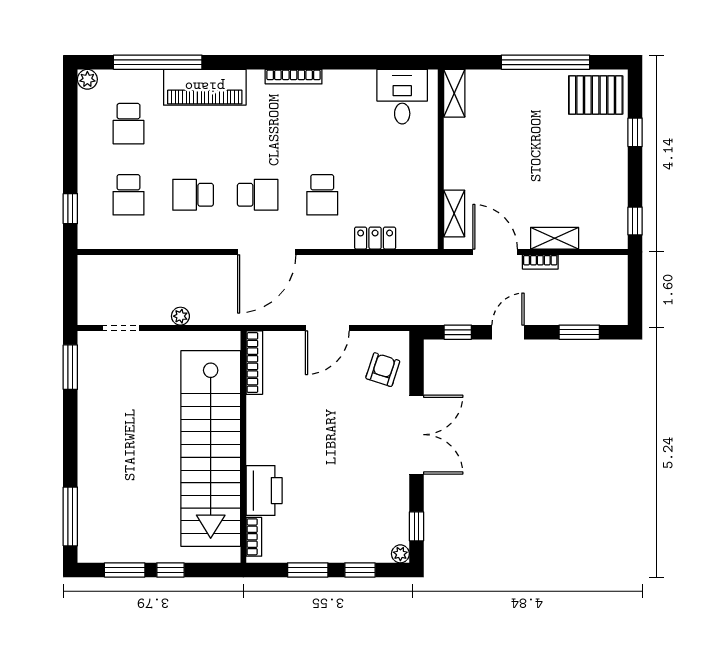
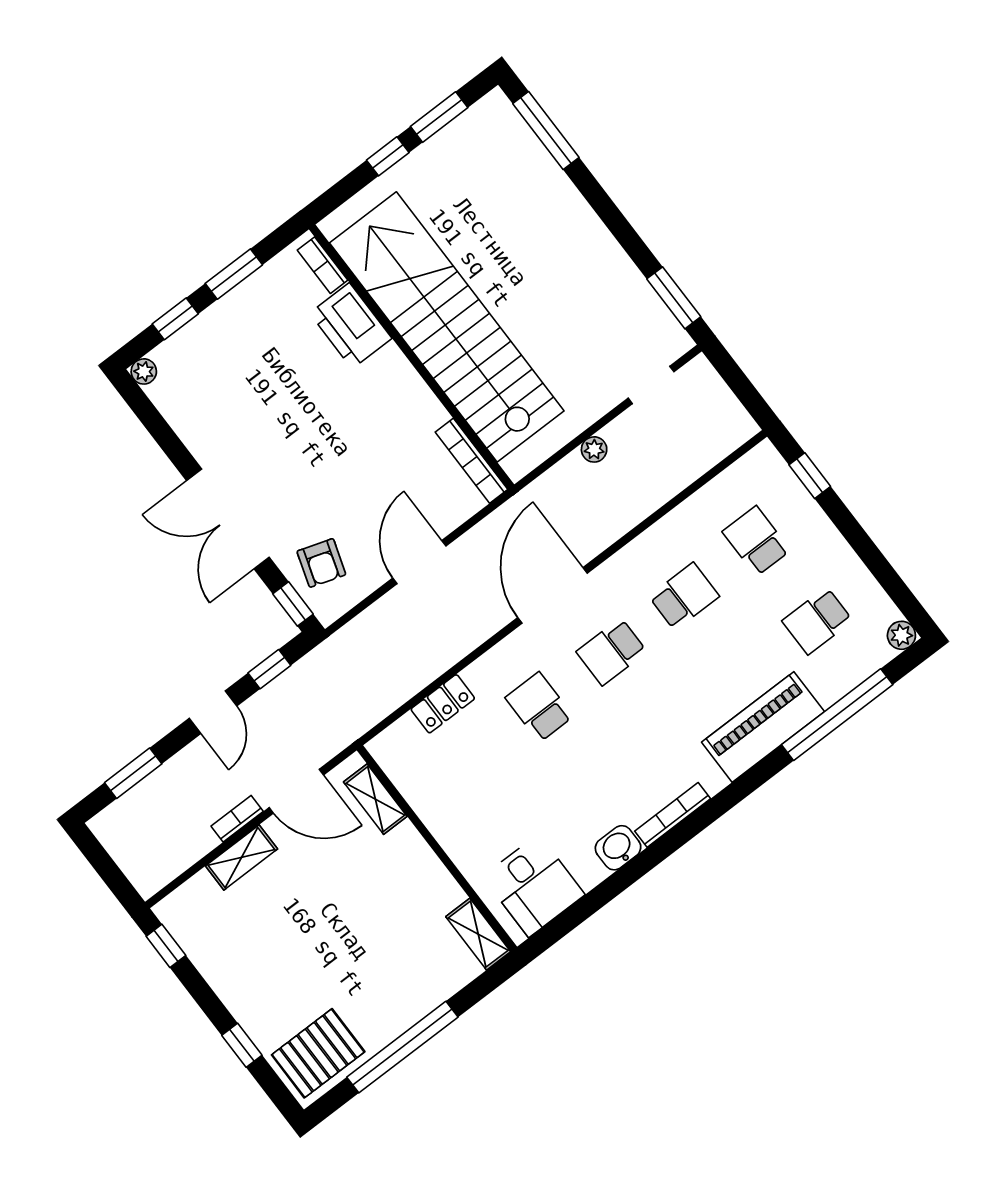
washbasin: (338, 82) -> (618, 848), added
school desk: (128, 124) -> (817, 621), turned -90
window: (416, 526) -> (293, 604), moved

